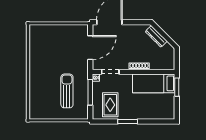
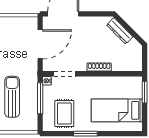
bed: (154, 83) -> (117, 110), moved

